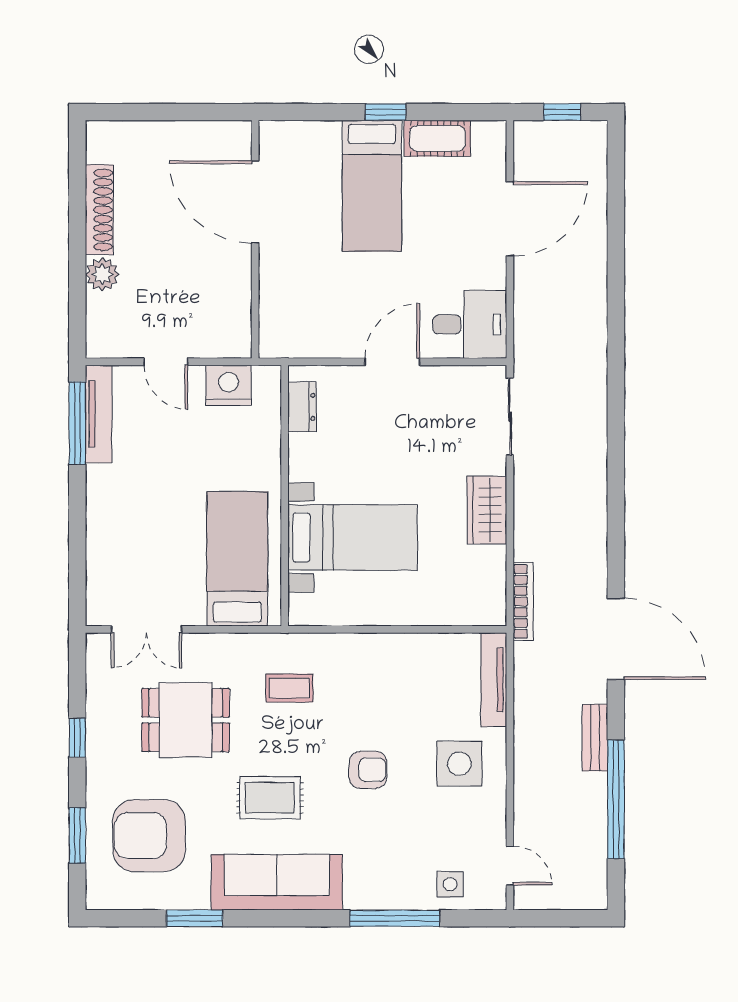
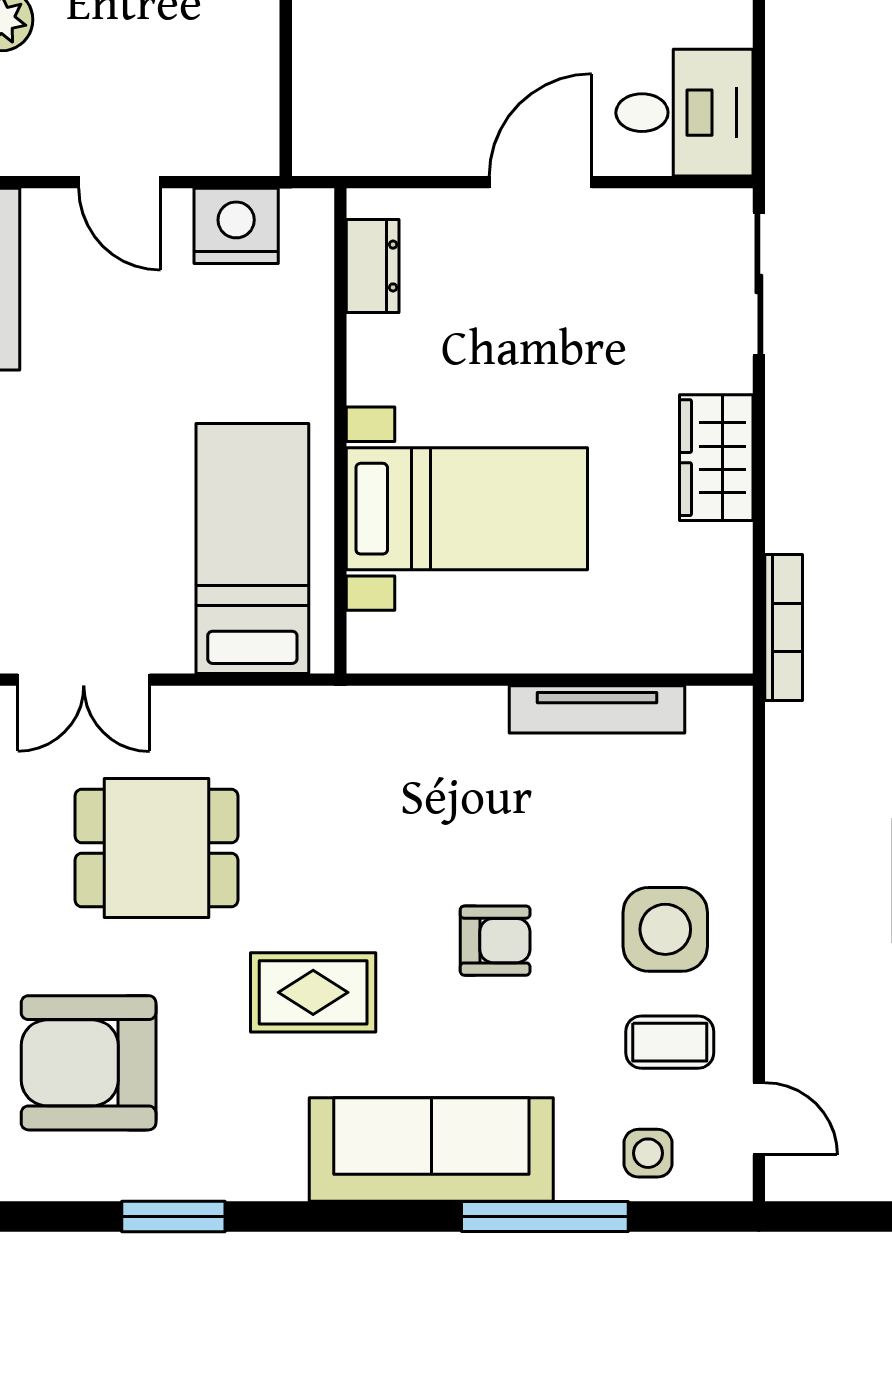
tv unit: (494, 680) -> (597, 709), moved, turned -90
coffee table: (289, 688) -> (670, 1042), moved
sofa: (277, 882) -> (431, 1150), moved

